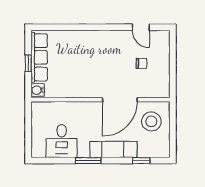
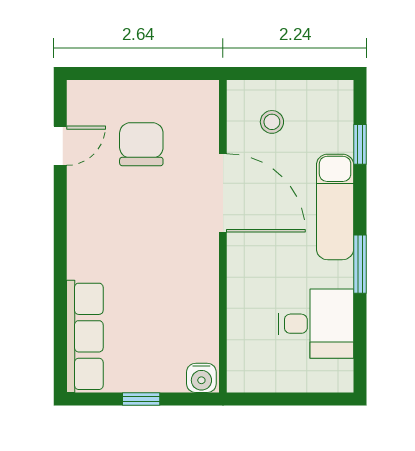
row of seats: (39, 57) -> (85, 336), moved, turned 90
chair: (141, 63) -> (141, 144), width x1.87, depth x1.87
stool: (151, 121) -> (272, 122), width x0.53, depth x0.53

